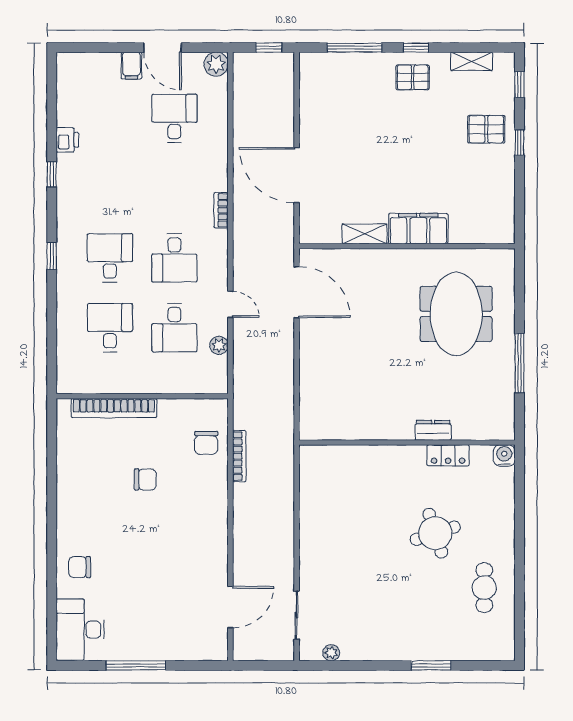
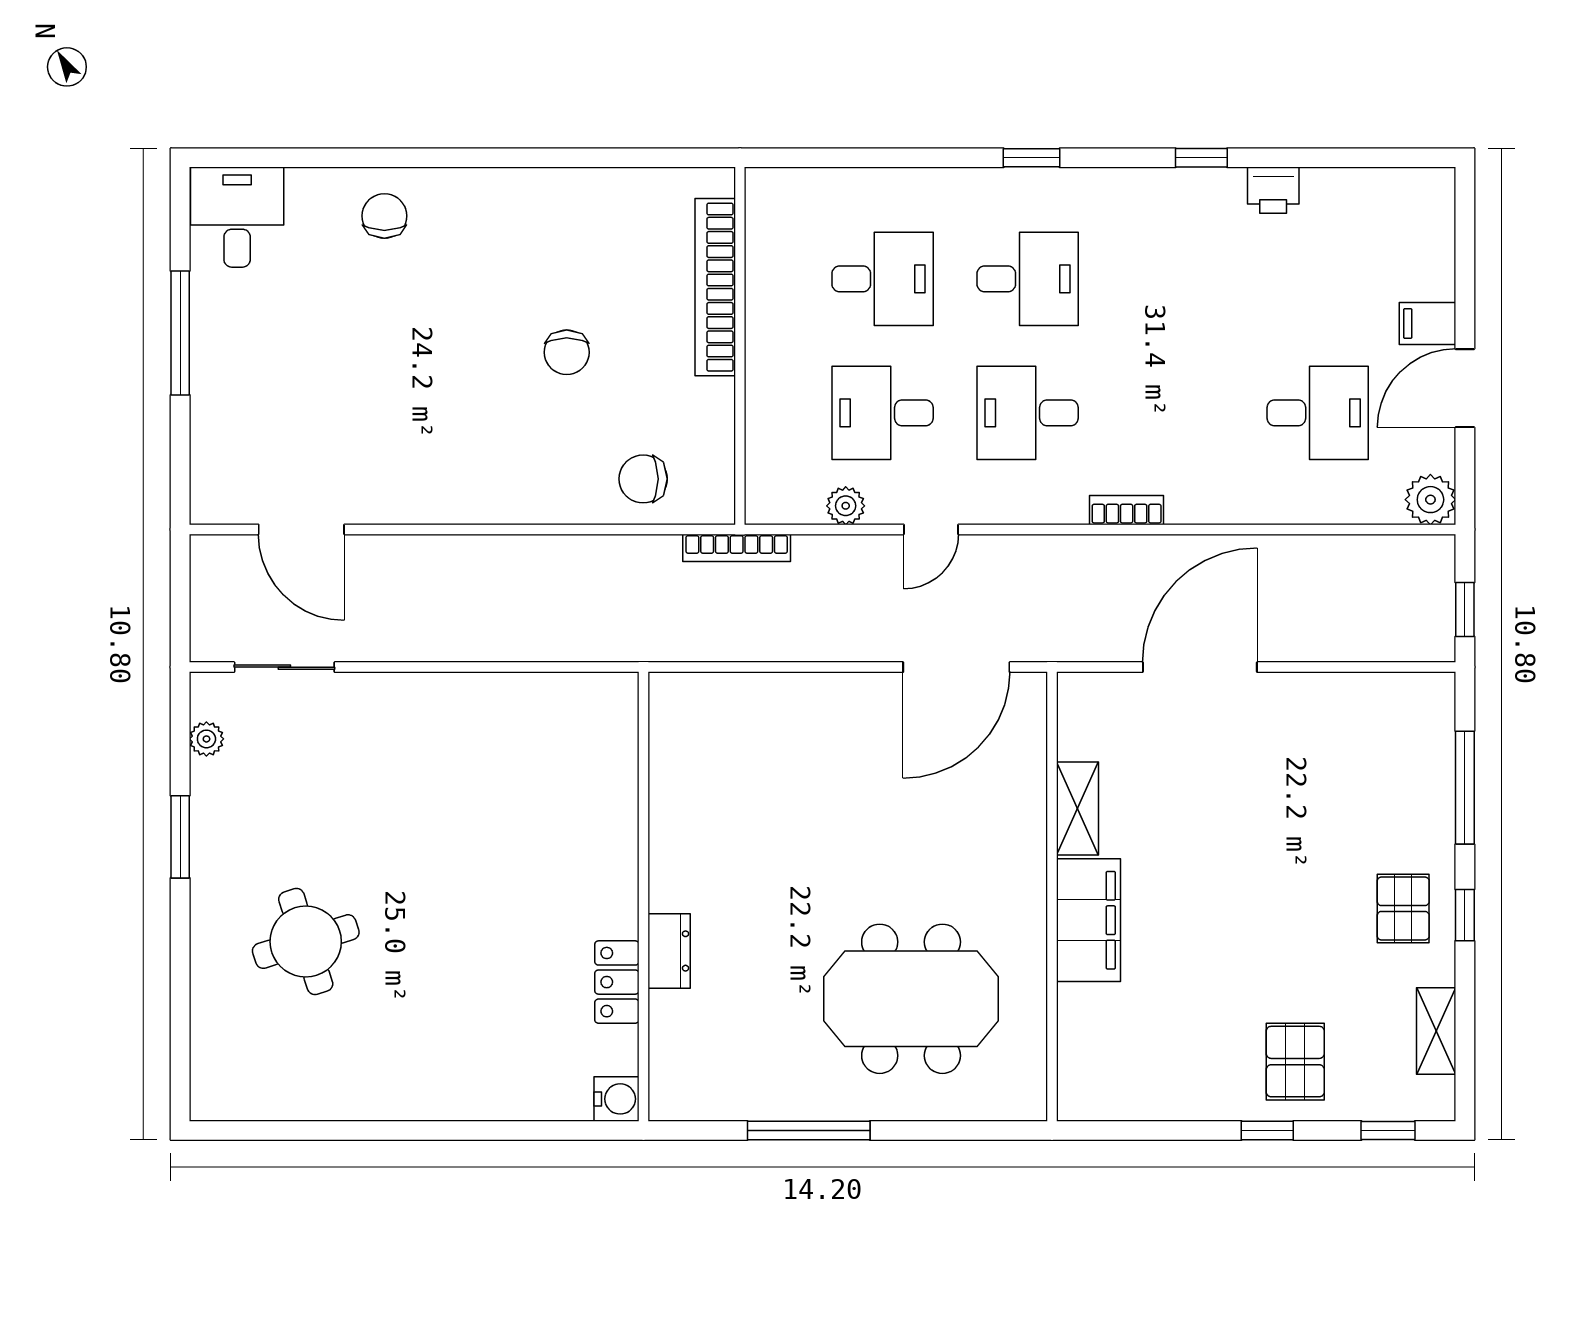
bookcase: (239, 456) -> (737, 548), moved
round table: (435, 533) -> (306, 942), moved
cafe table: (484, 588) -> (342, 1057), removed
desk: (80, 630) -> (237, 217), width x0.73
window: (431, 665) -> (180, 837), moved

